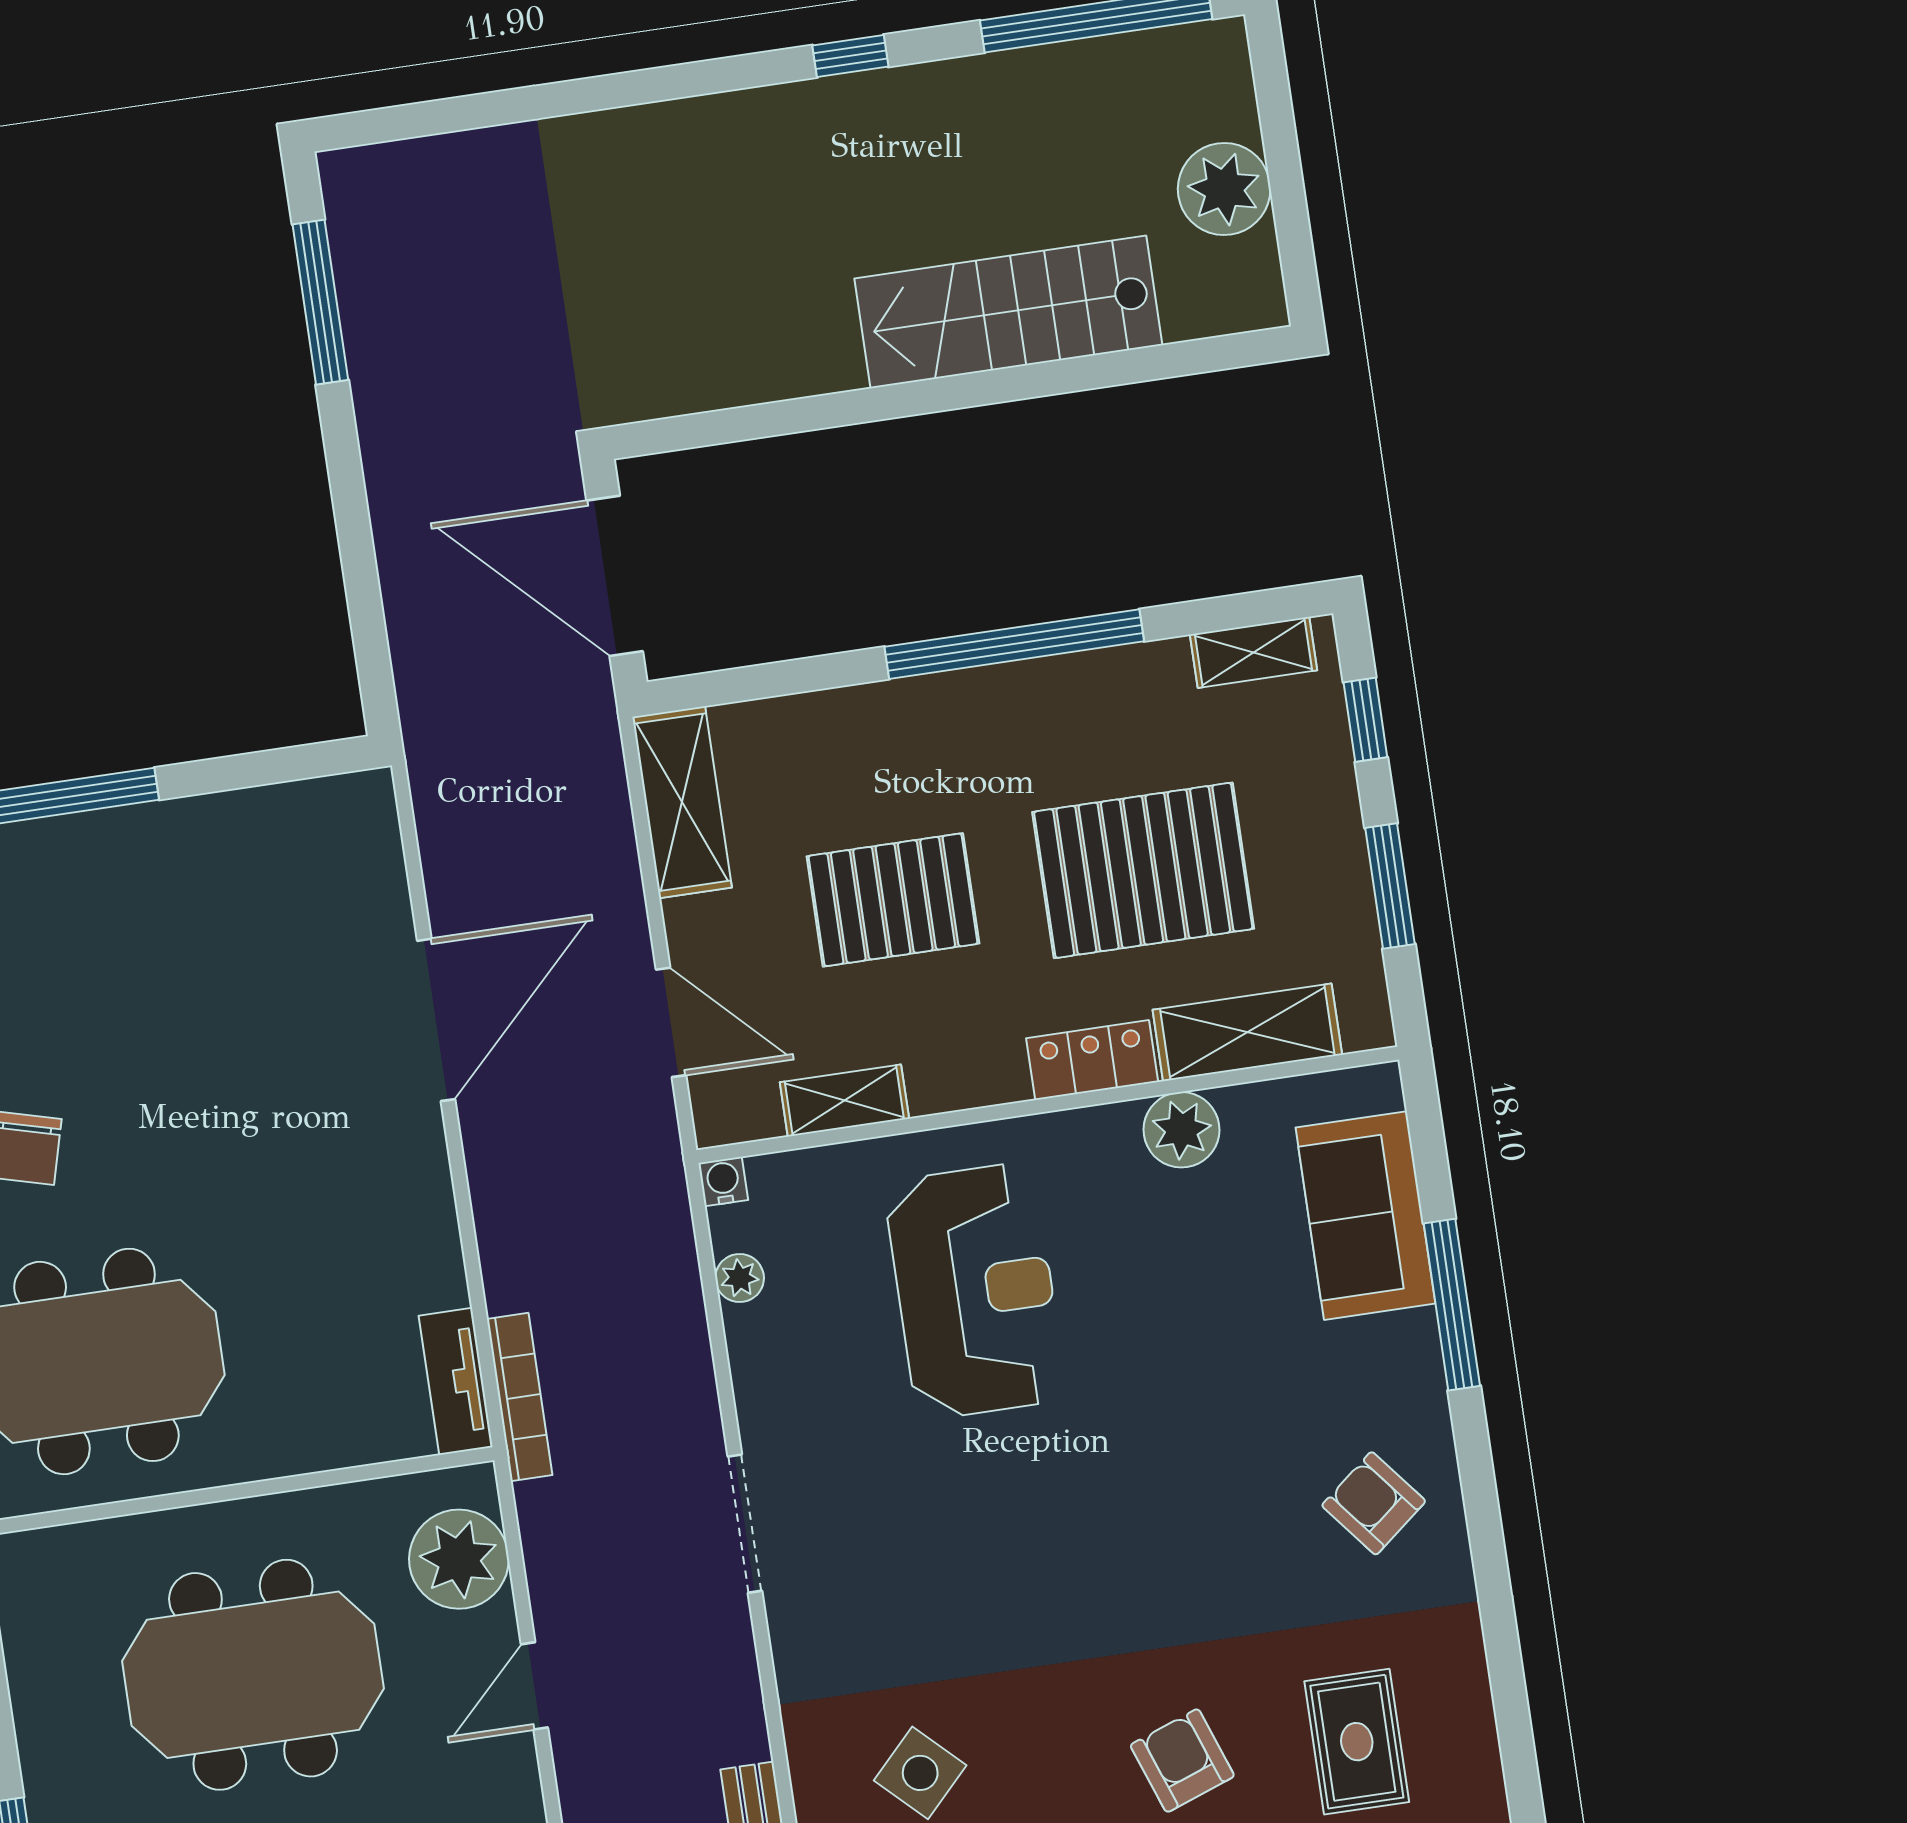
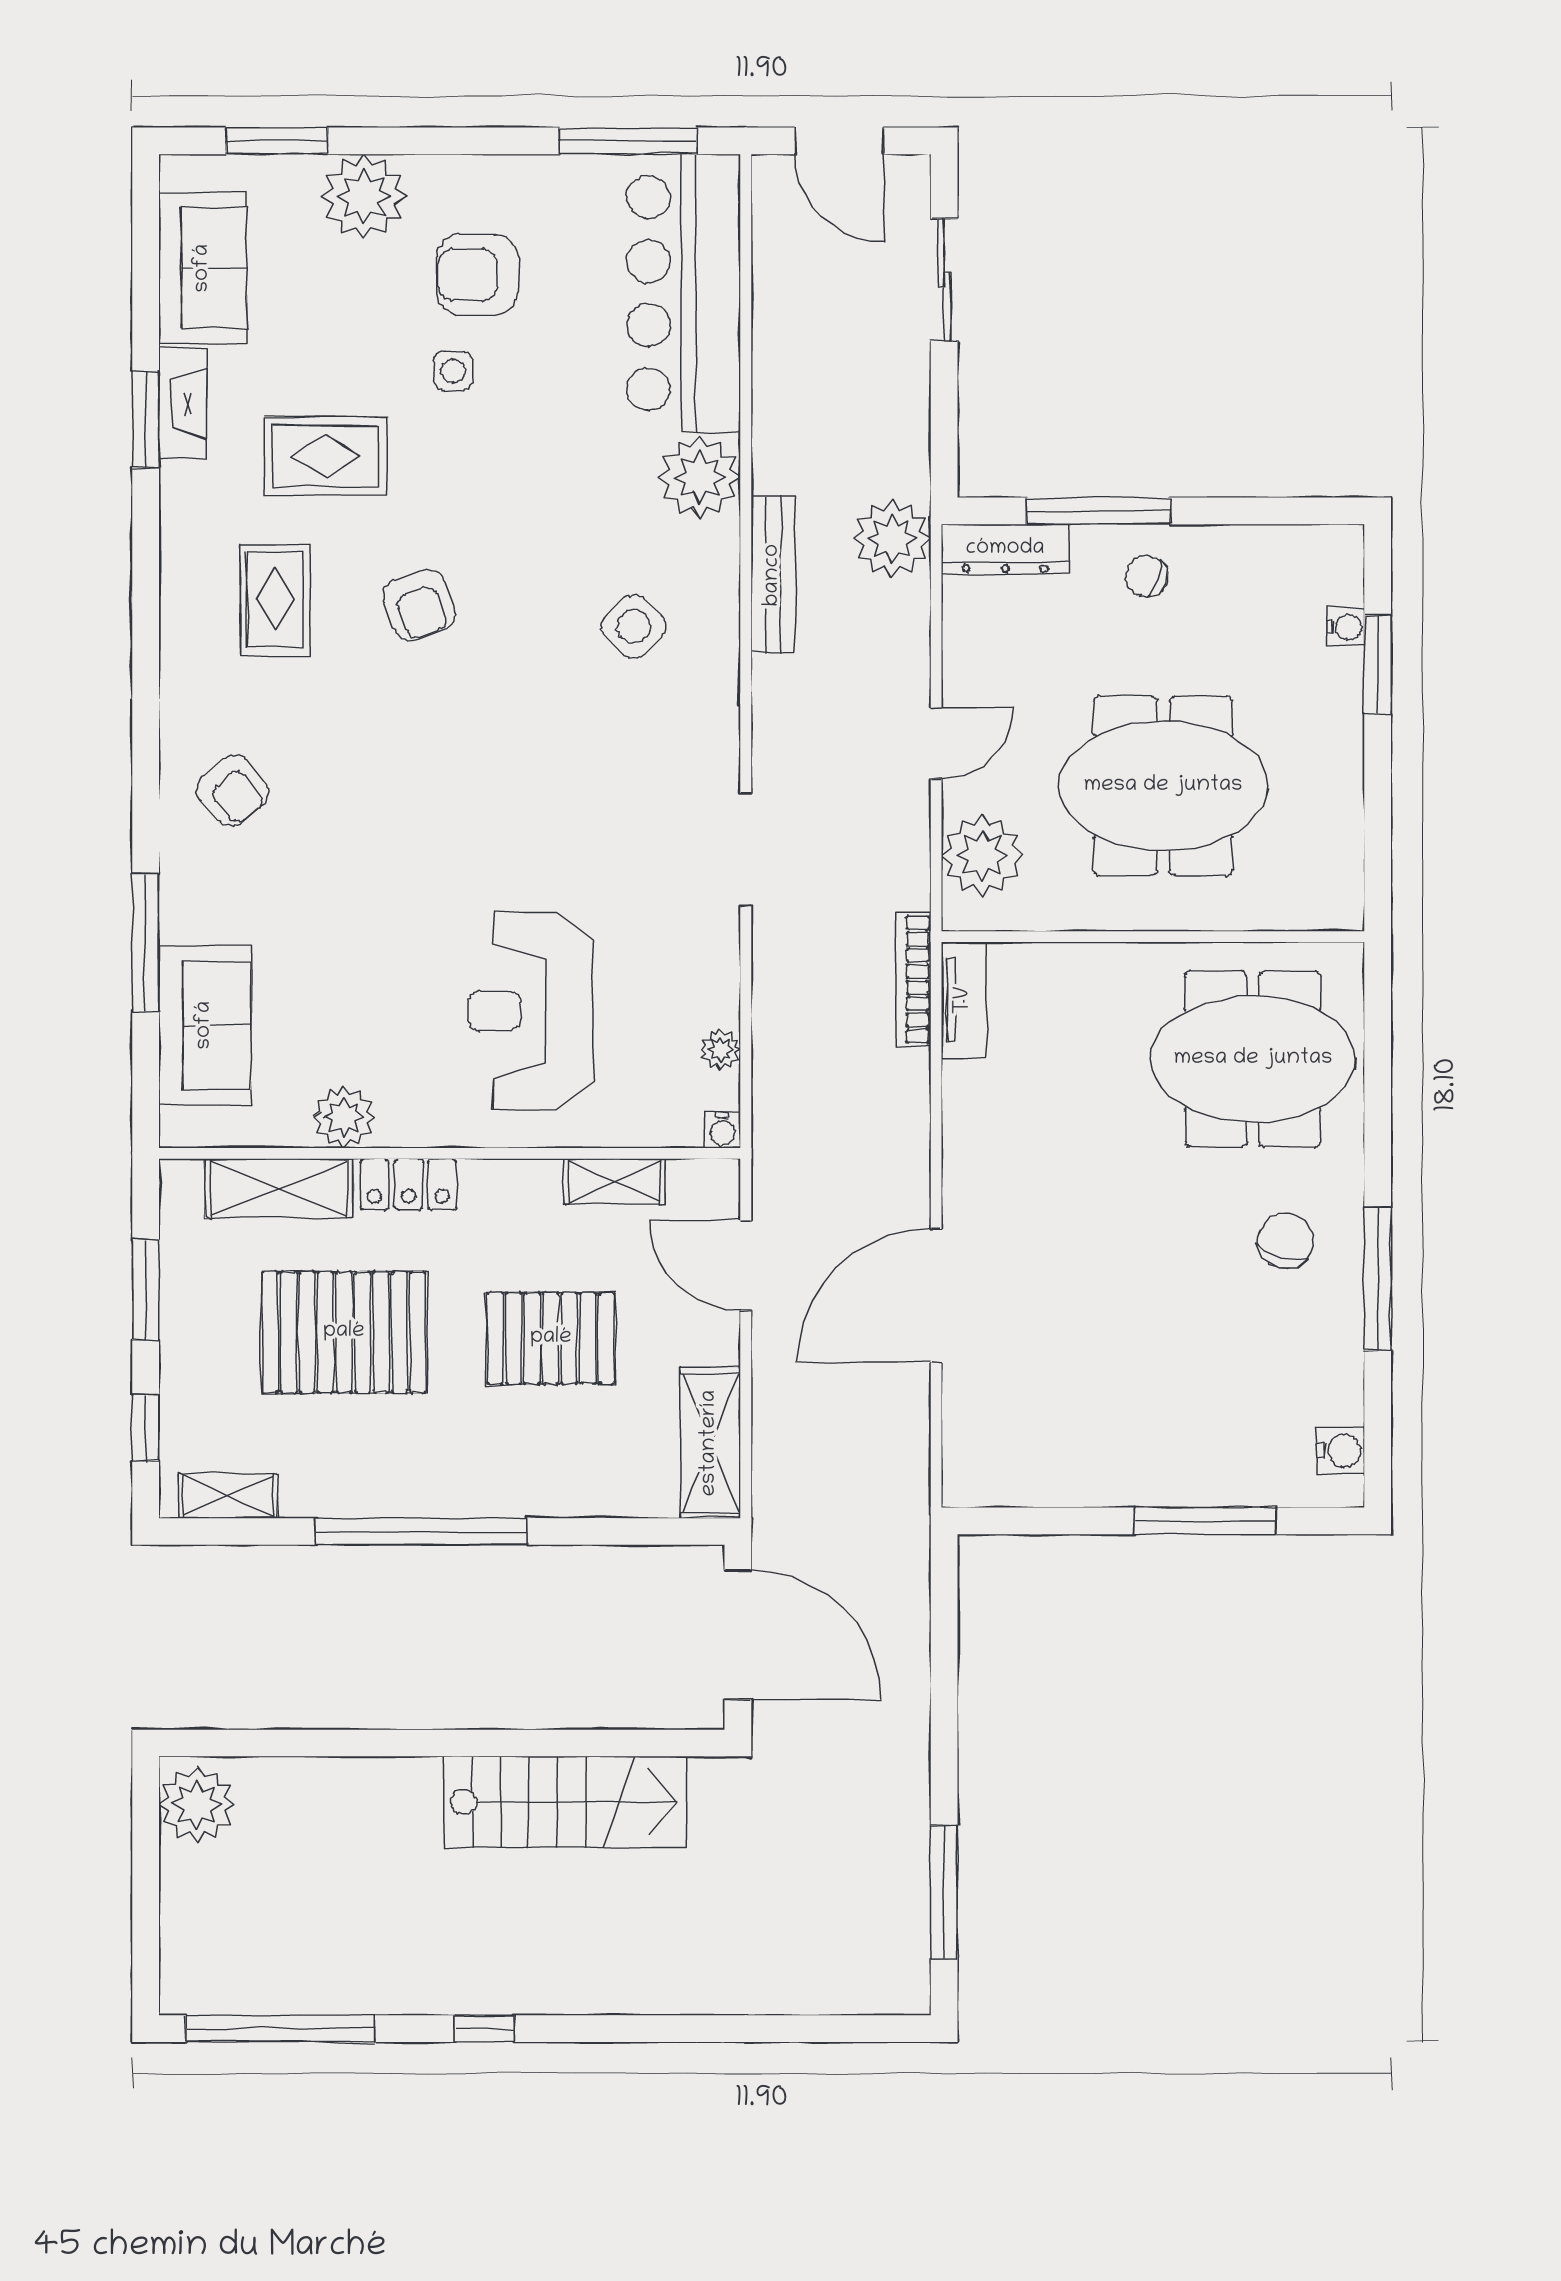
plant: (1224, 189) -> (197, 1805), moved
stairs: (1008, 312) -> (565, 1802), moved

